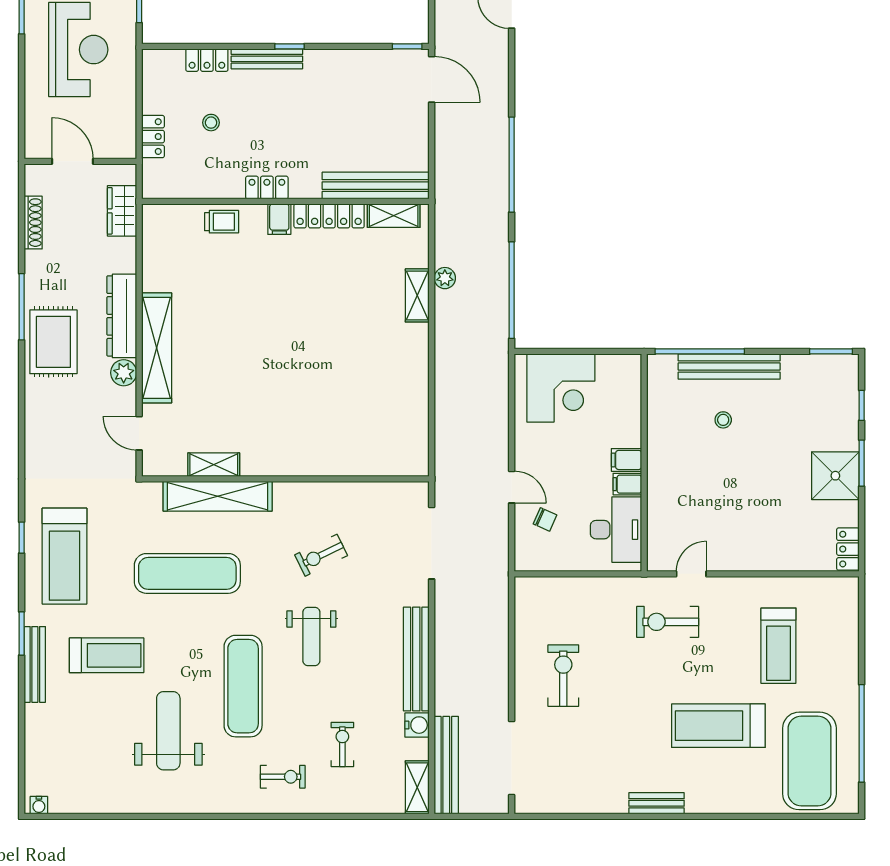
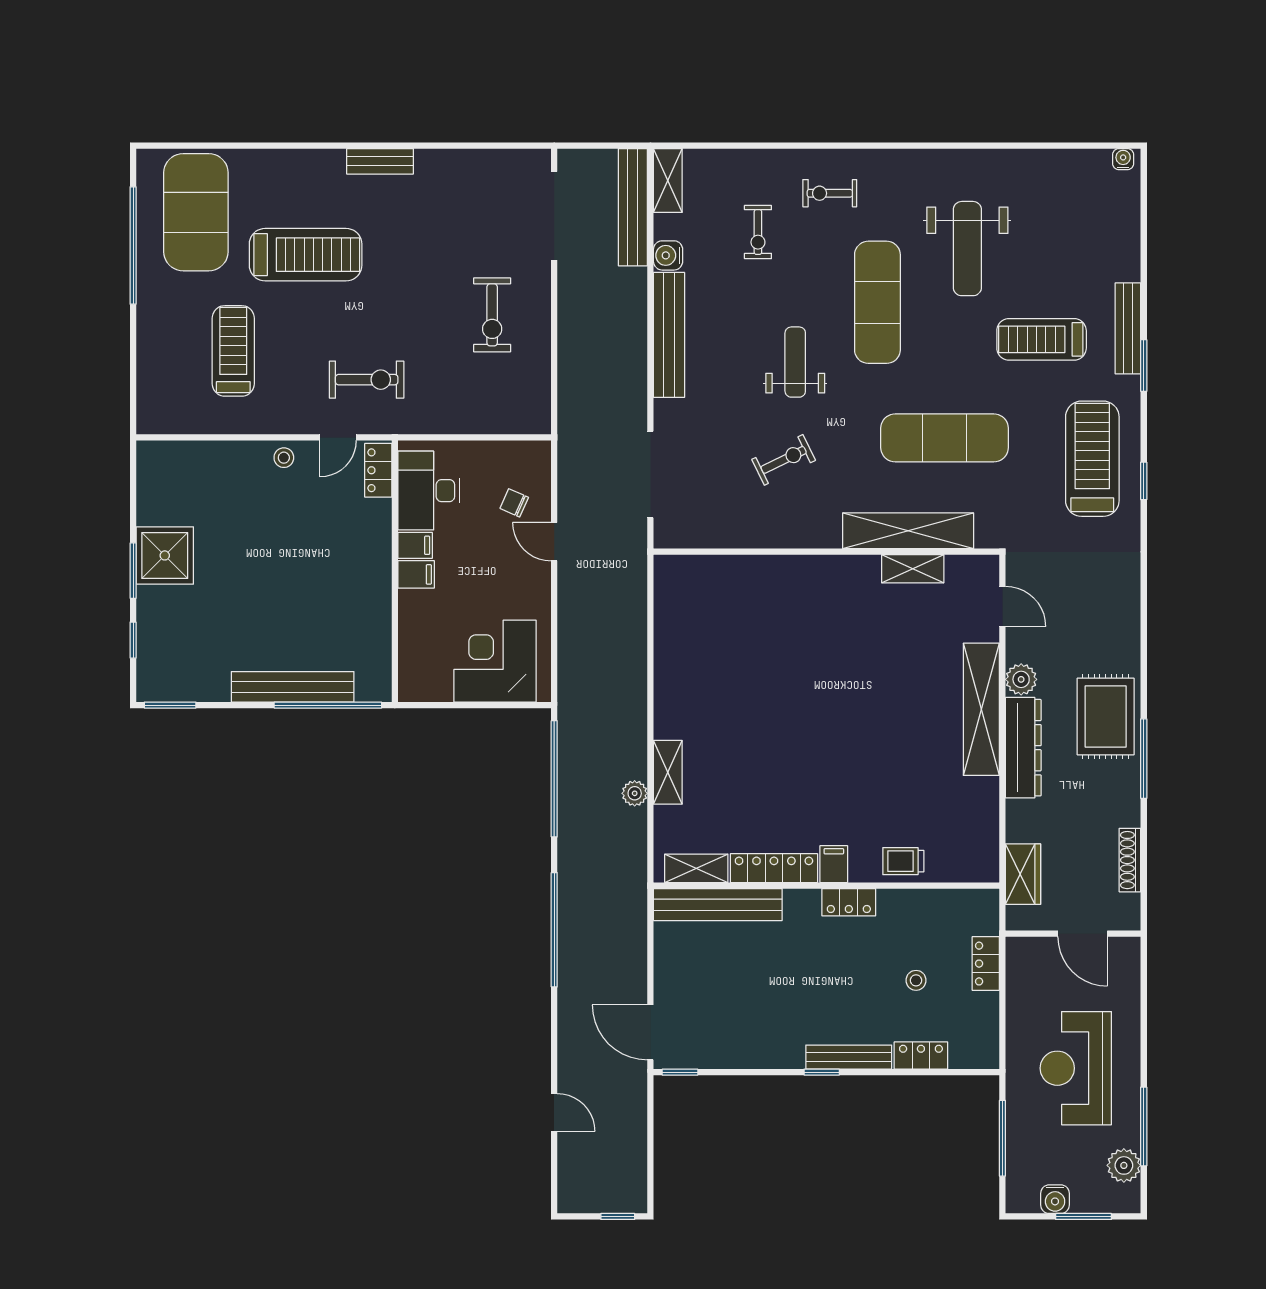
stool: (723, 420) -> (284, 458), moved
locker: (848, 549) -> (378, 470), moved, turned 180

